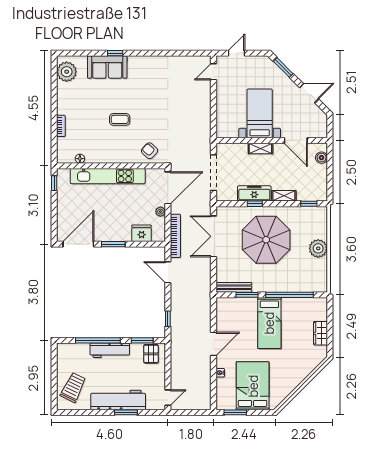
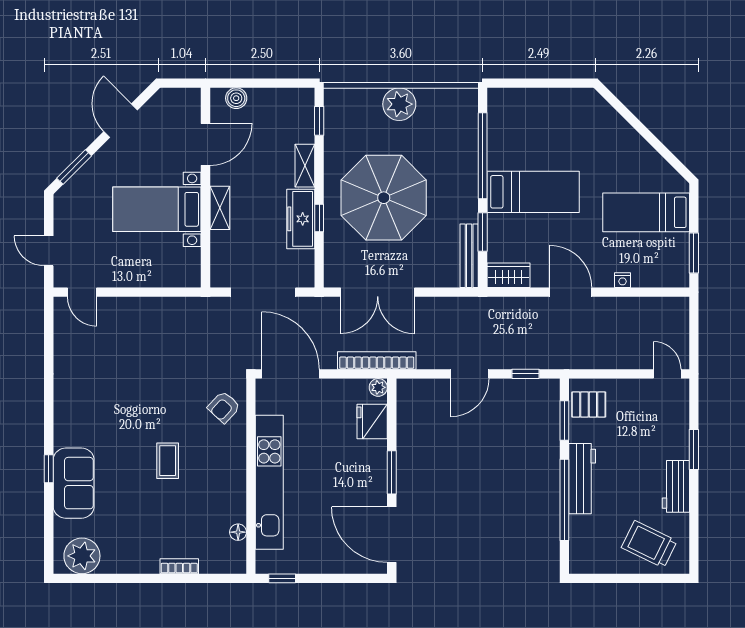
plant: (160, 212) -> (378, 387), moved
door: (168, 272) -> (470, 374), moved
wardrobe: (320, 333) -> (509, 275), moved, turned 180
bed: (253, 386) -> (646, 212), width x0.67
workbench: (118, 400) -> (676, 486), width x0.53, depth x0.76

